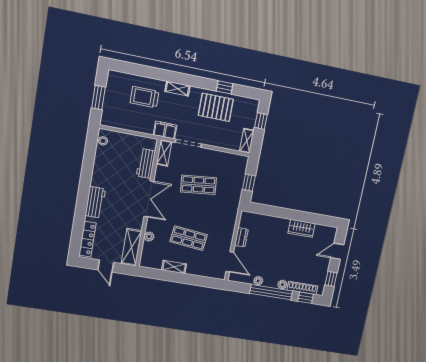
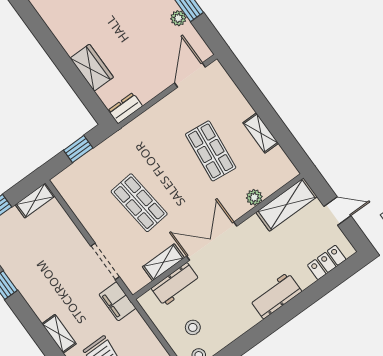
pallet: (216, 107) -> (35, 272), removed
stool: (119, 151) -> (193, 327), added
shelving: (164, 153) -> (163, 262), moved
wardrobe: (301, 228) -> (92, 68), moved
dresser: (241, 237) -> (125, 108), moved
locker: (87, 239) -> (327, 262), width x0.66
door: (106, 266) -> (337, 211), hinge flipped

